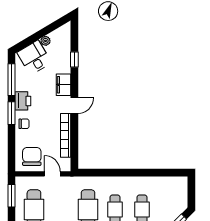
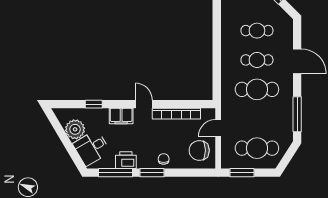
plant: (45, 41) -> (75, 129), width x1.88, depth x1.88
printer: (23, 101) -> (126, 160), moved

